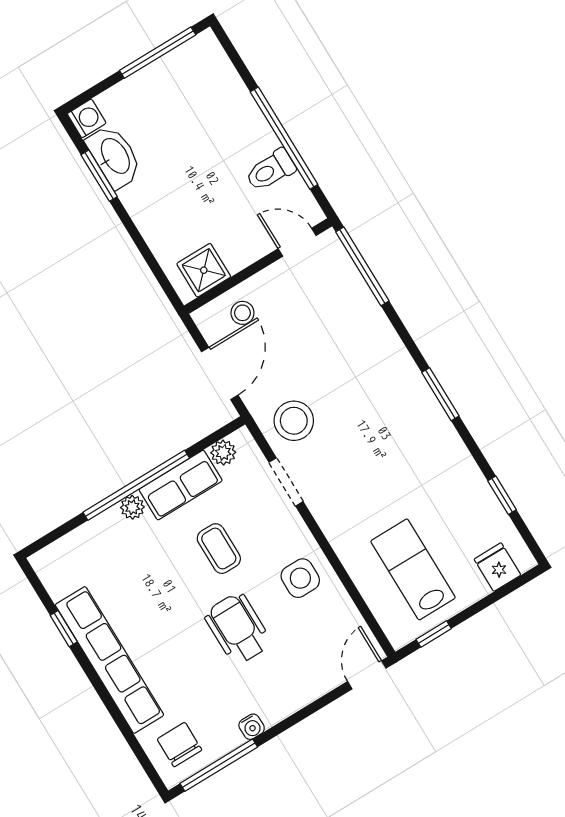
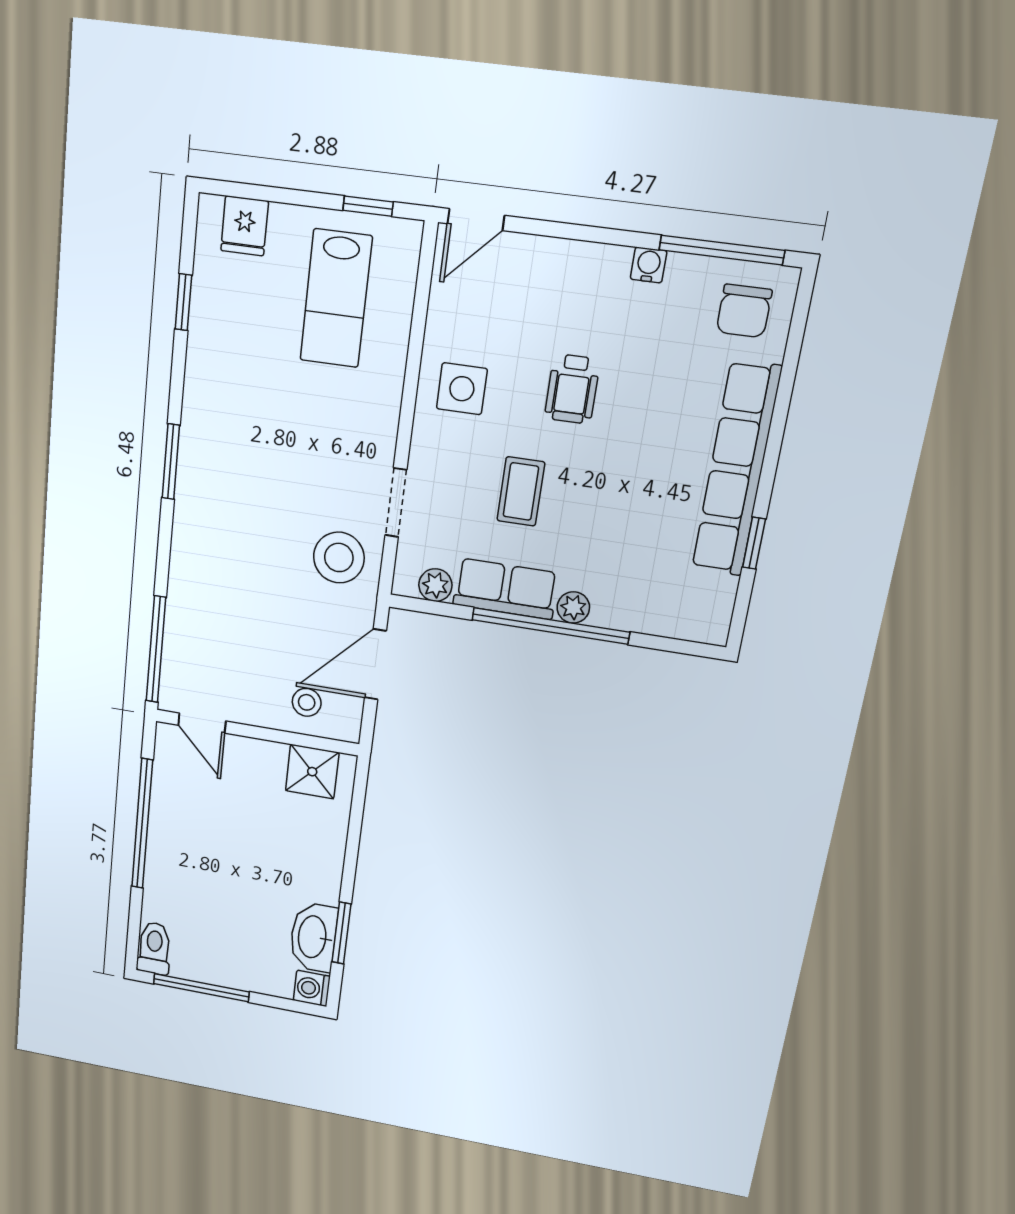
toilet: (270, 170) -> (154, 948), moved, turned -90
wheelchair: (238, 629) -> (572, 389), width x0.73, depth x0.73

